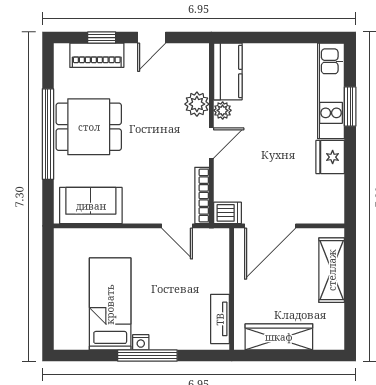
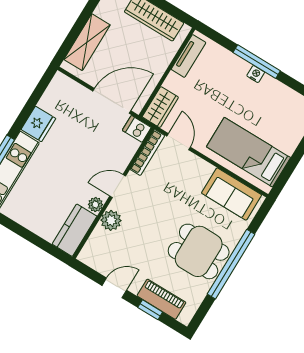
wardrobe: (217, 250) -> (160, 107), added
bed: (110, 304) -> (248, 152), moved, turned 90

